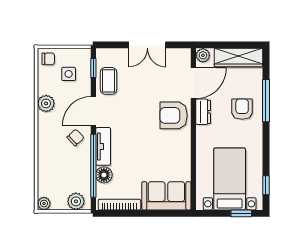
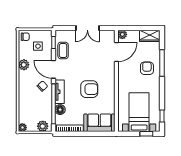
wardrobe: (238, 58) -> (150, 36), width x0.67
door: (93, 111) -> (53, 69), hinge flipped
dresser: (203, 112) -> (122, 70), removed
armchair: (174, 115) -> (89, 89), moved, turned 180

